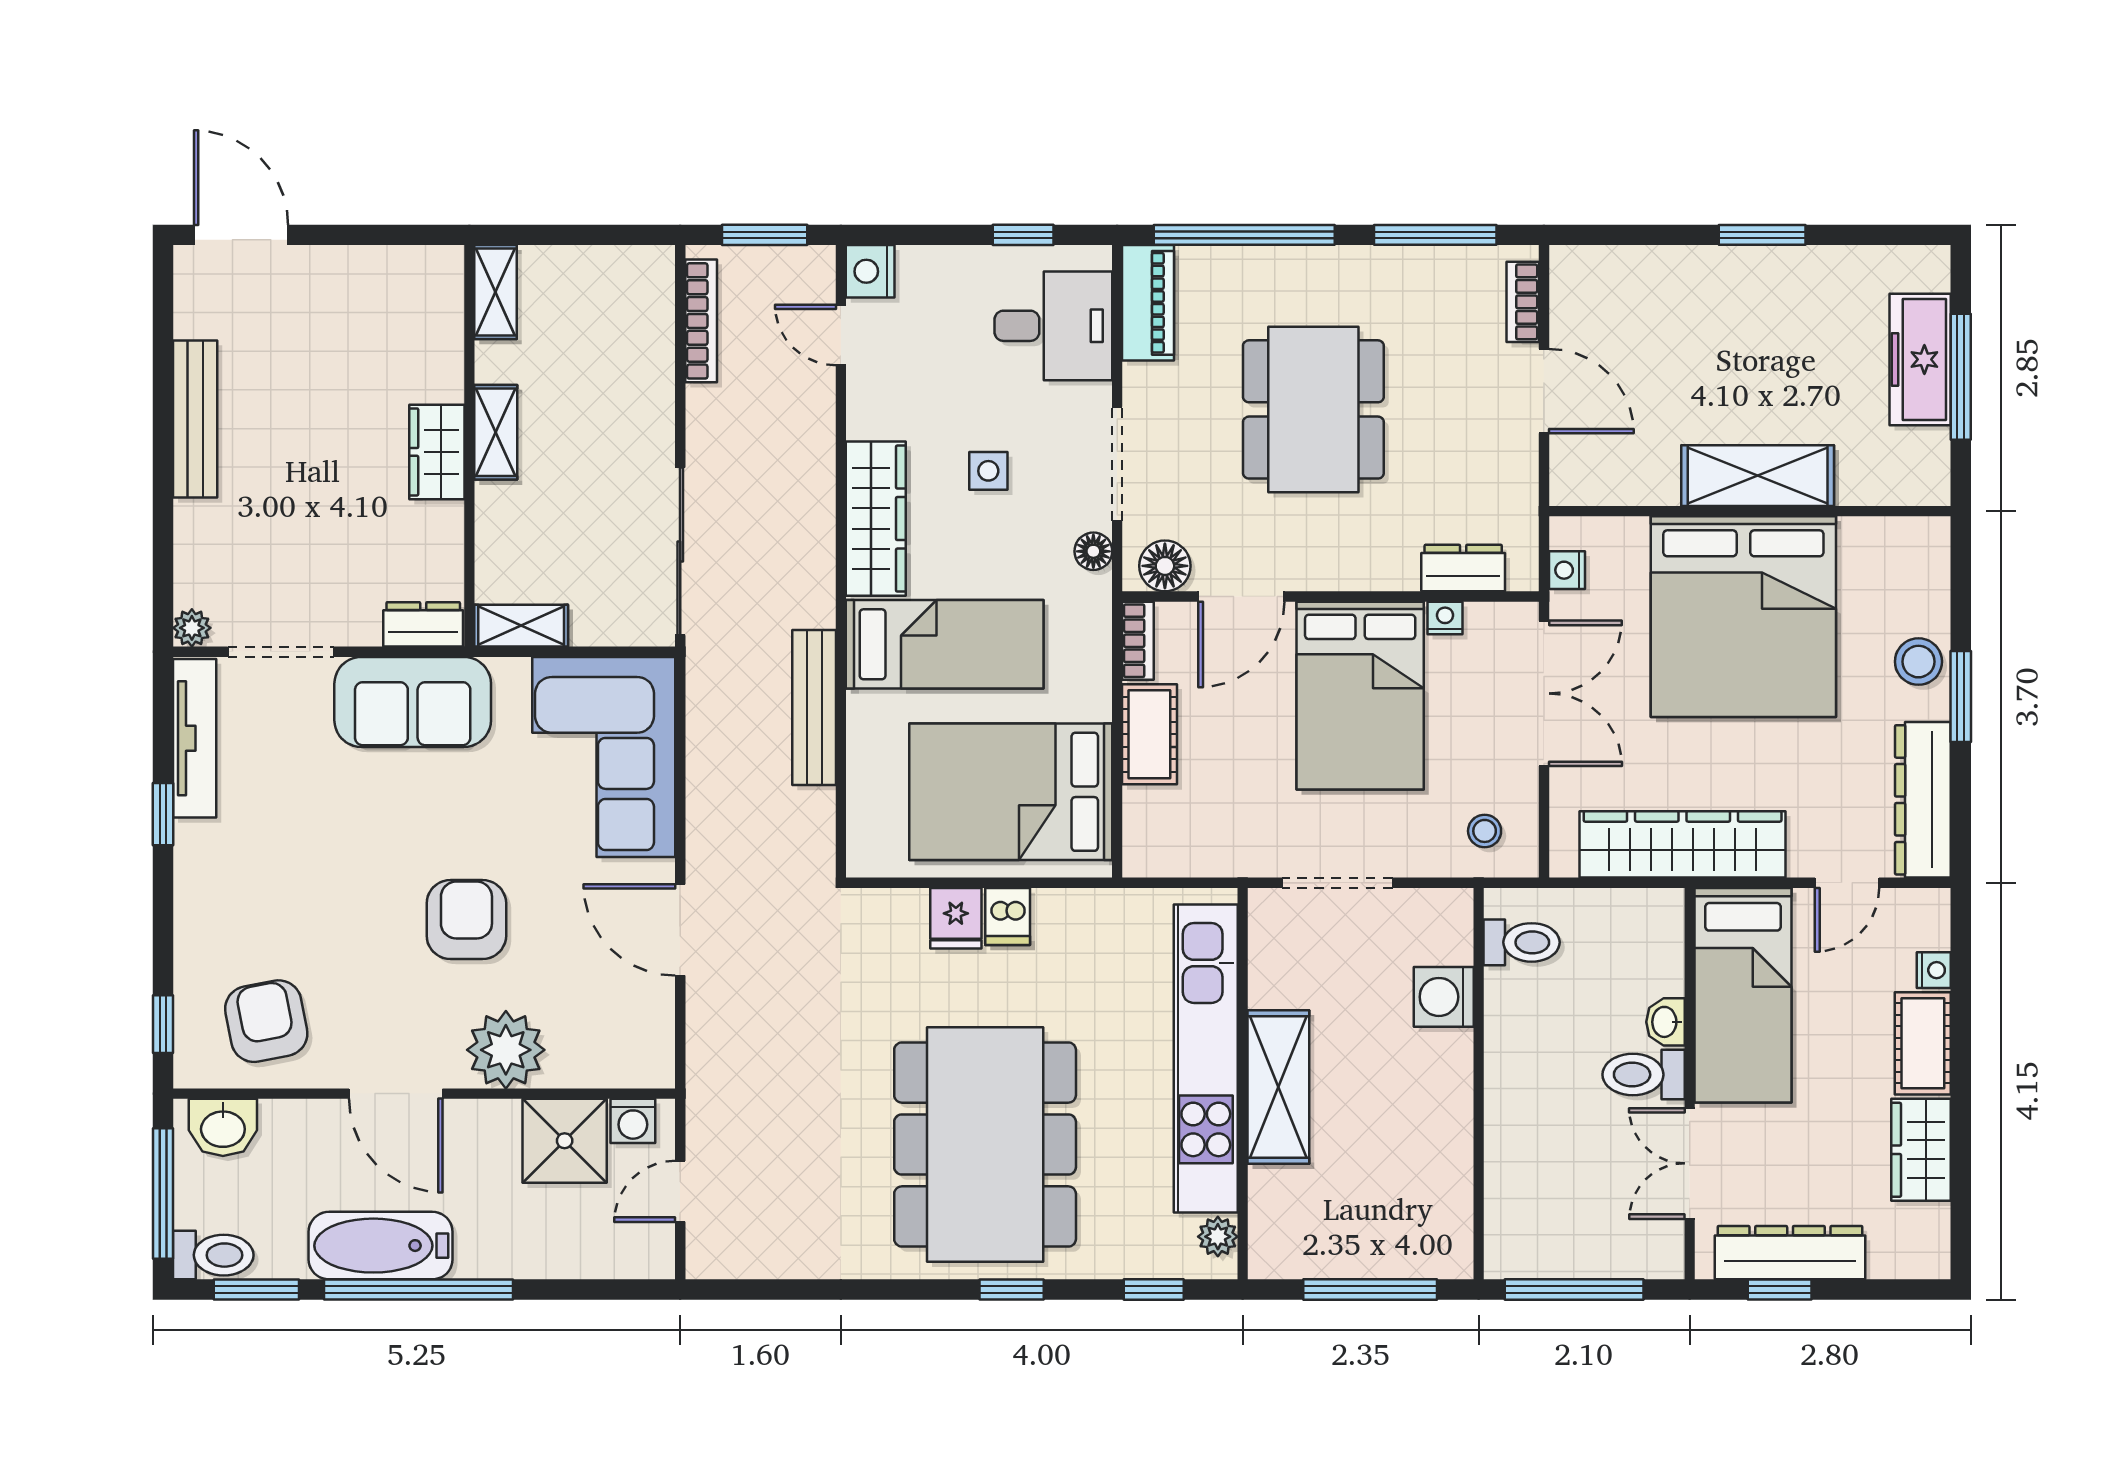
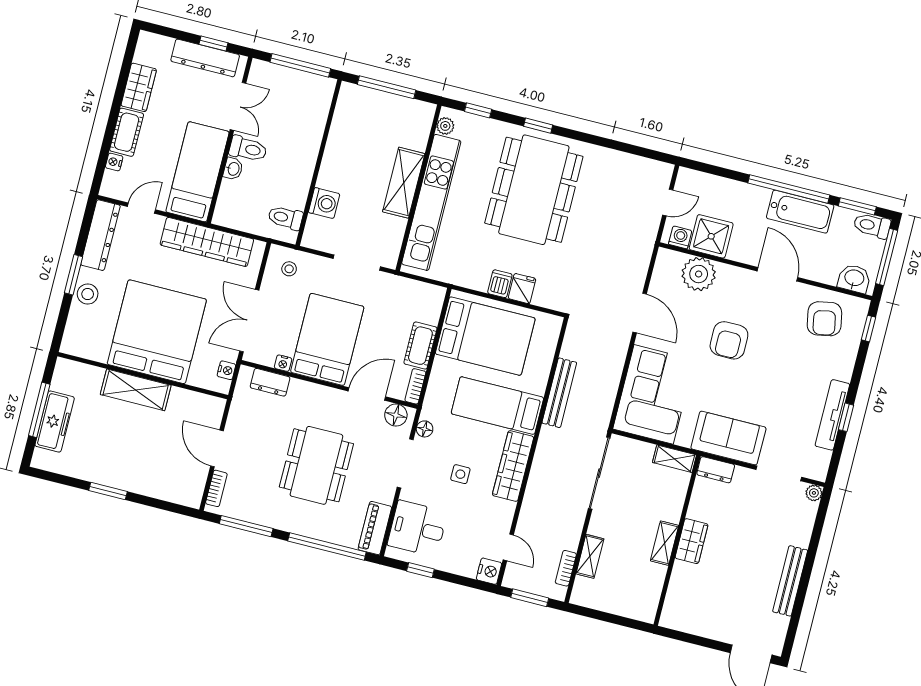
shelving: (496, 292) -> (590, 556), moved
bookcase: (701, 321) -> (566, 568), width x0.64
tv unit: (195, 738) -> (832, 415), moved
plant: (506, 1050) -> (699, 274), moved

